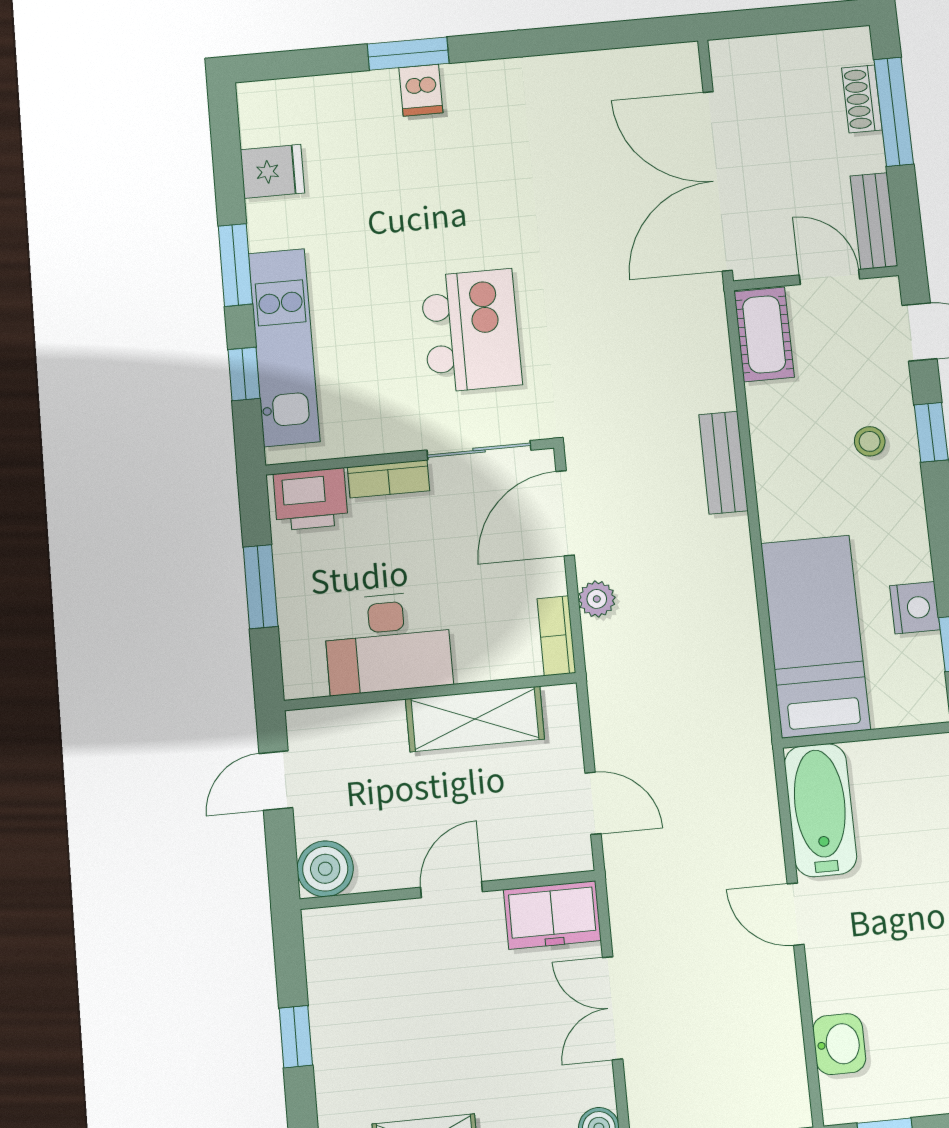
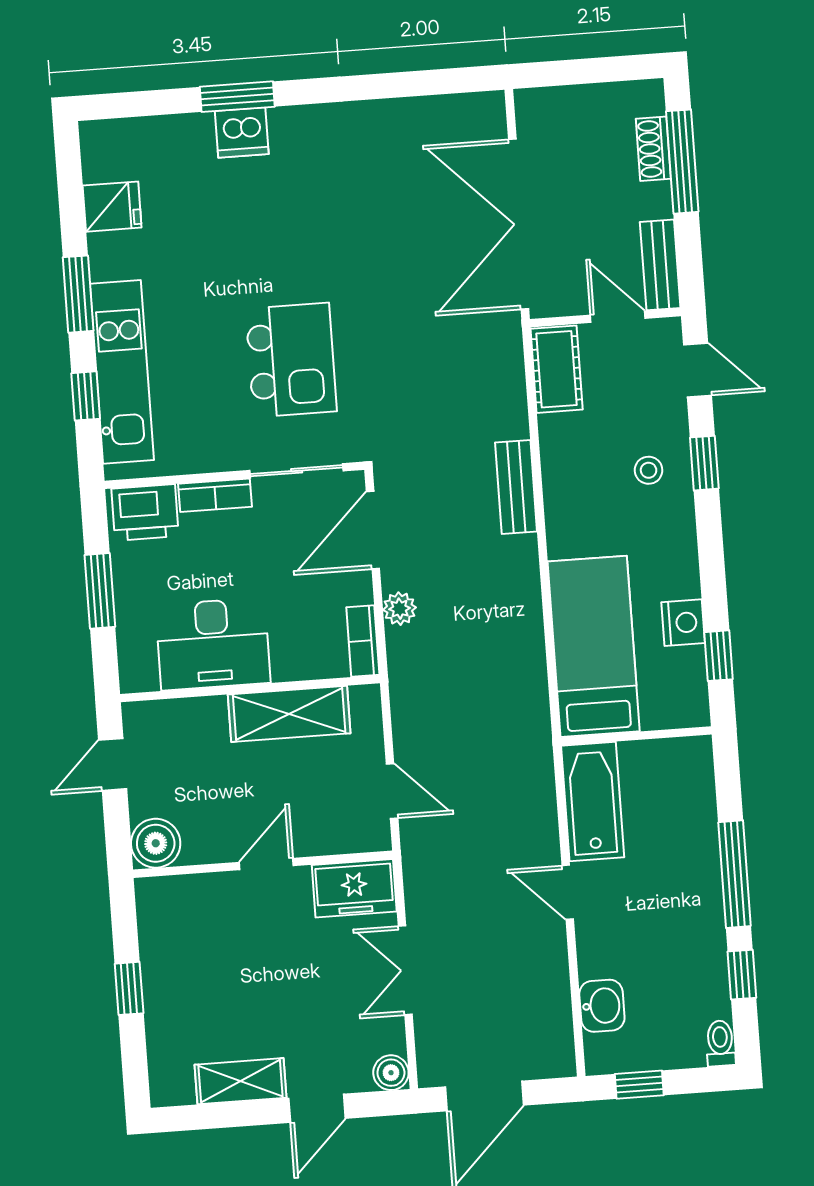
dishwasher: (421, 90) -> (242, 133), width x1.38

